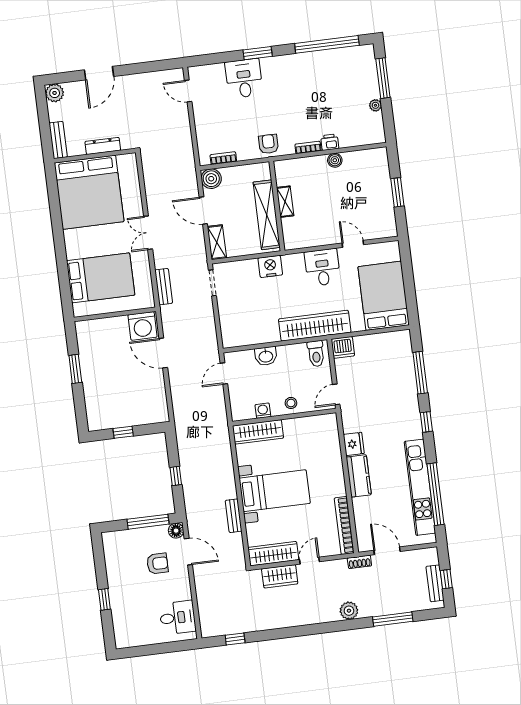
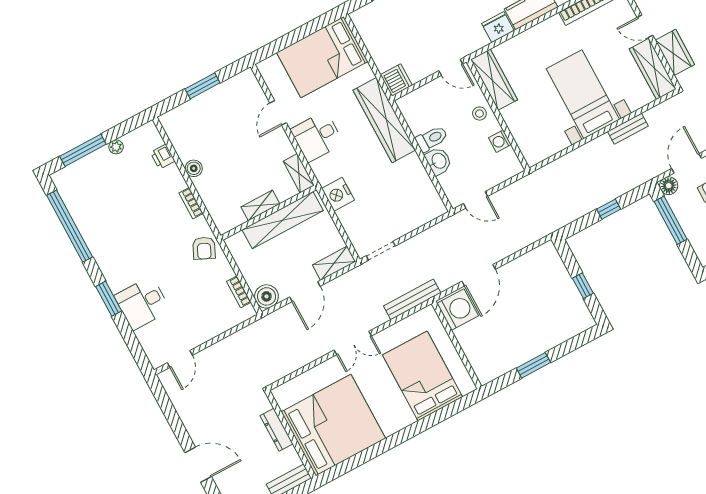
printer: (330, 142) -> (163, 157), moved
armchair: (268, 144) -> (204, 248), turned -65
shelving: (299, 242) -> (299, 173), added
bench: (164, 287) -> (412, 299), width x1.36
toilet: (316, 354) -> (432, 139), moved
wardrobe: (258, 432) -> (494, 80), moved

